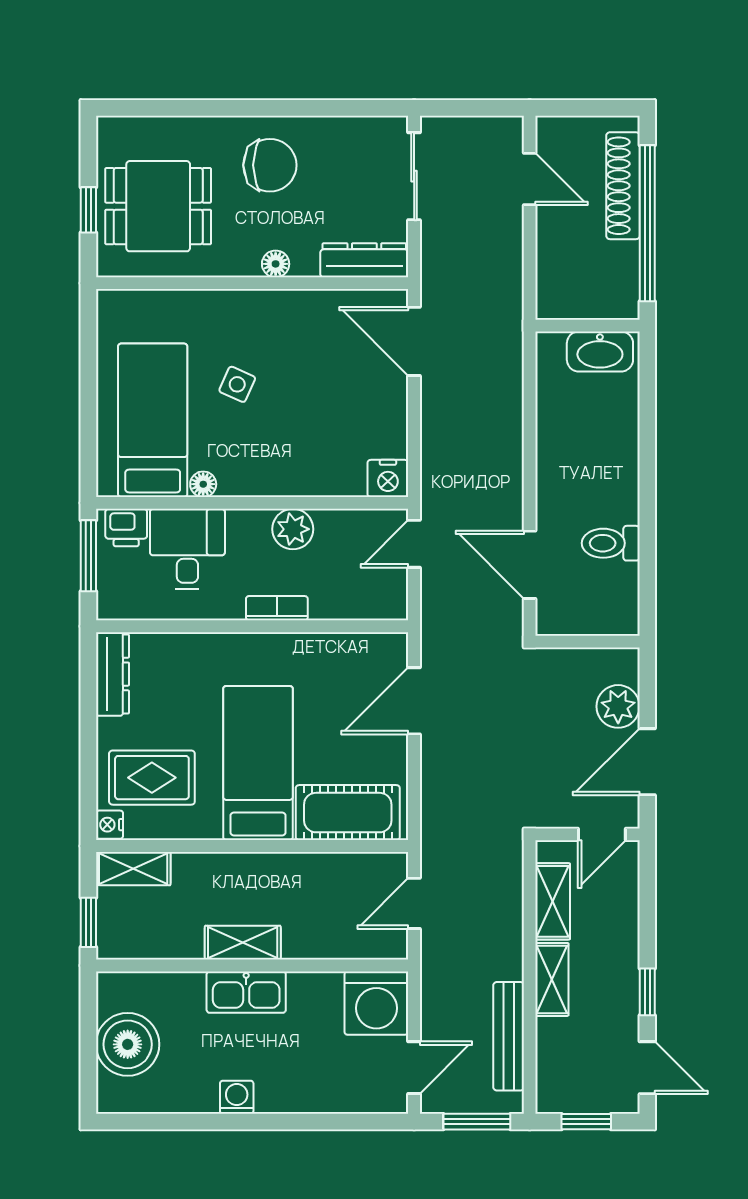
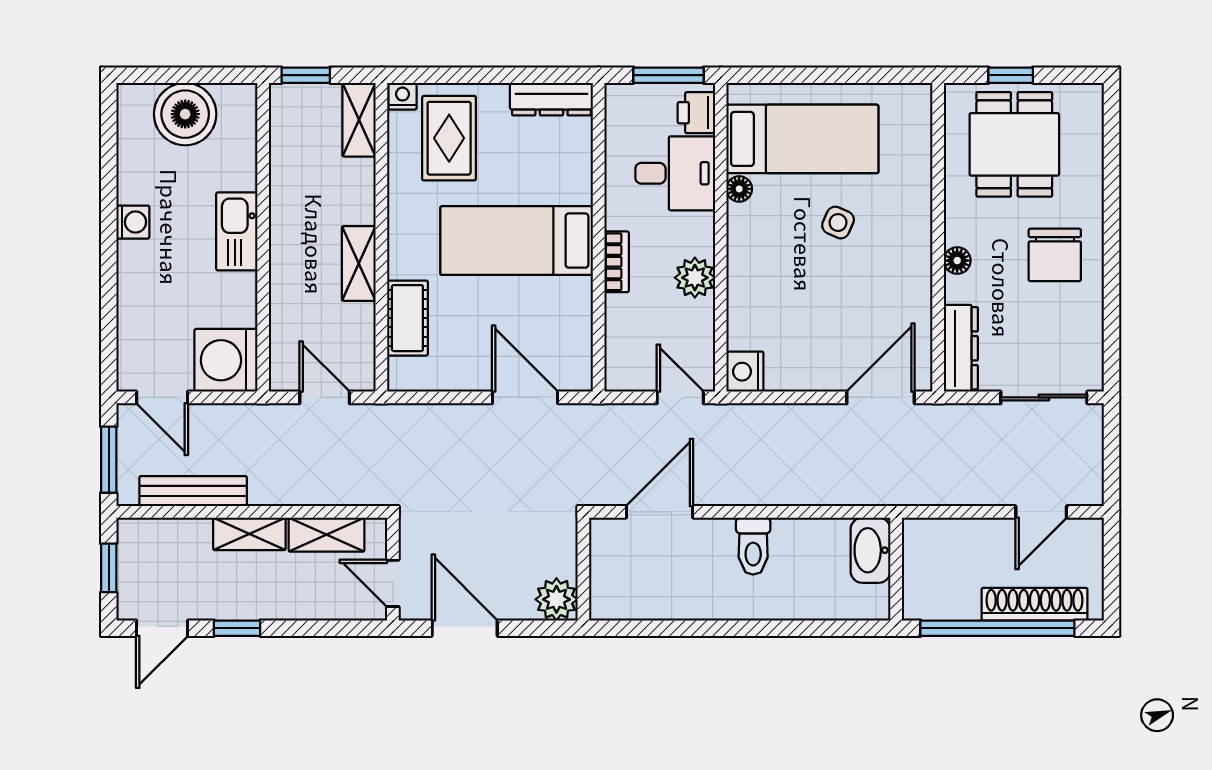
washbasin: (600, 352) -> (870, 550), moved
toilet: (611, 543) -> (753, 546), moved, turned 180
plant: (618, 706) -> (556, 599), moved
bed: (258, 763) -> (517, 241), moved, turned 180
cot: (348, 813) -> (407, 318), width x0.73, depth x0.75
shelving: (243, 943) -> (359, 263), moved

